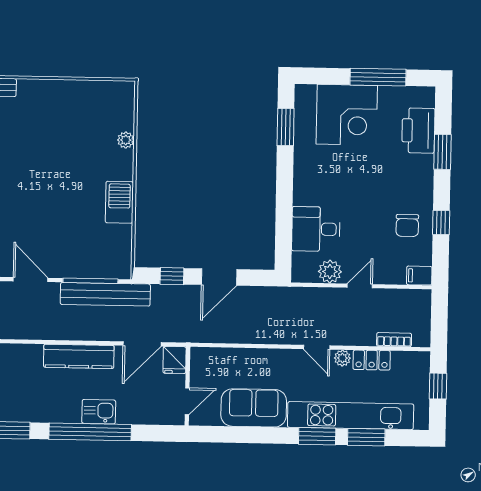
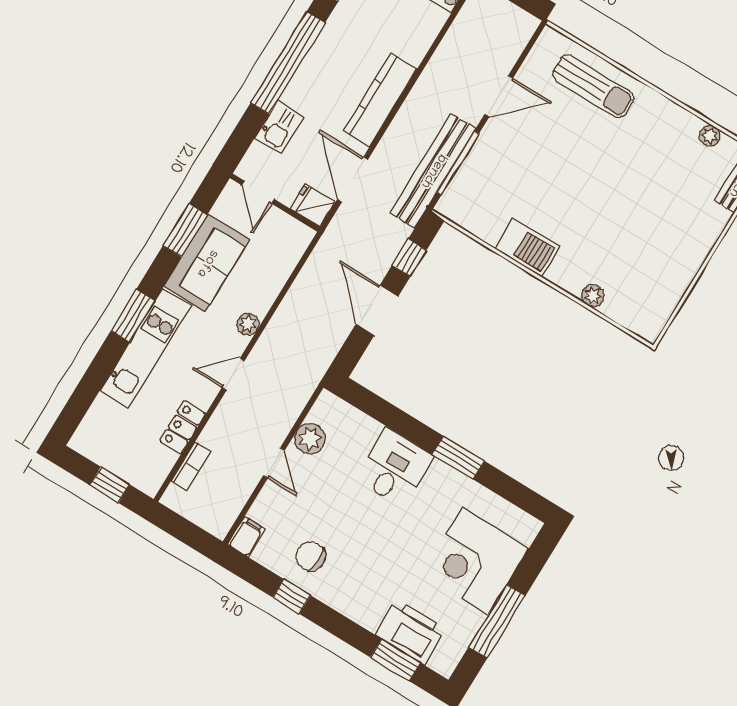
window: (286, 127) -> (458, 458), moved
window: (442, 152) -> (396, 660), moved
desk: (316, 229) -> (394, 468), moved
plant: (342, 358) -> (248, 324), moved
kitchen sink: (99, 412) -> (279, 127), moved
kitchen unit: (351, 416) -> (145, 348), width x0.73
window: (366, 437) -> (185, 230), moved

